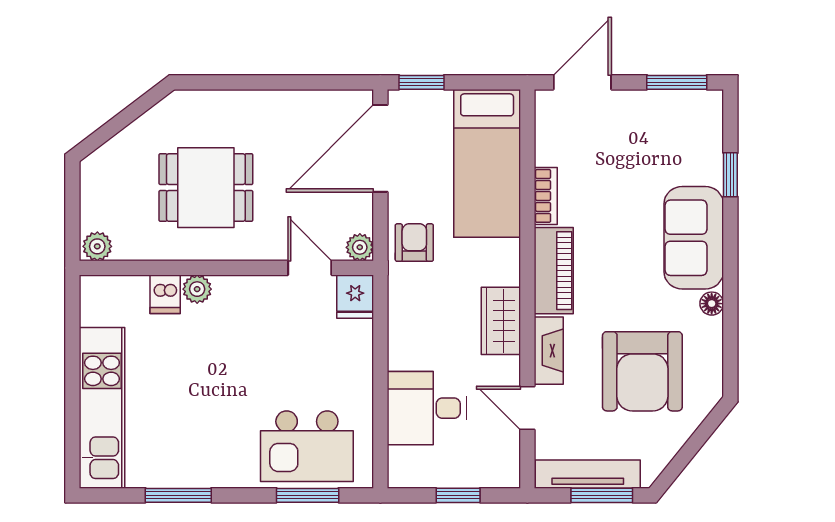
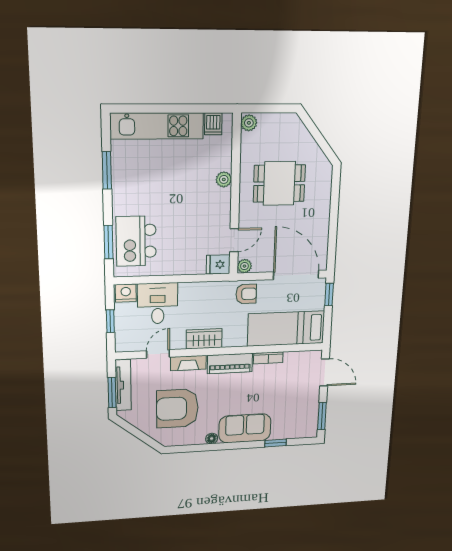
dining table: (206, 188) -> (279, 183), turned 90
dishwasher: (165, 294) -> (213, 124), moved, turned -90
nightstand: (405, 466) -> (126, 293), added

